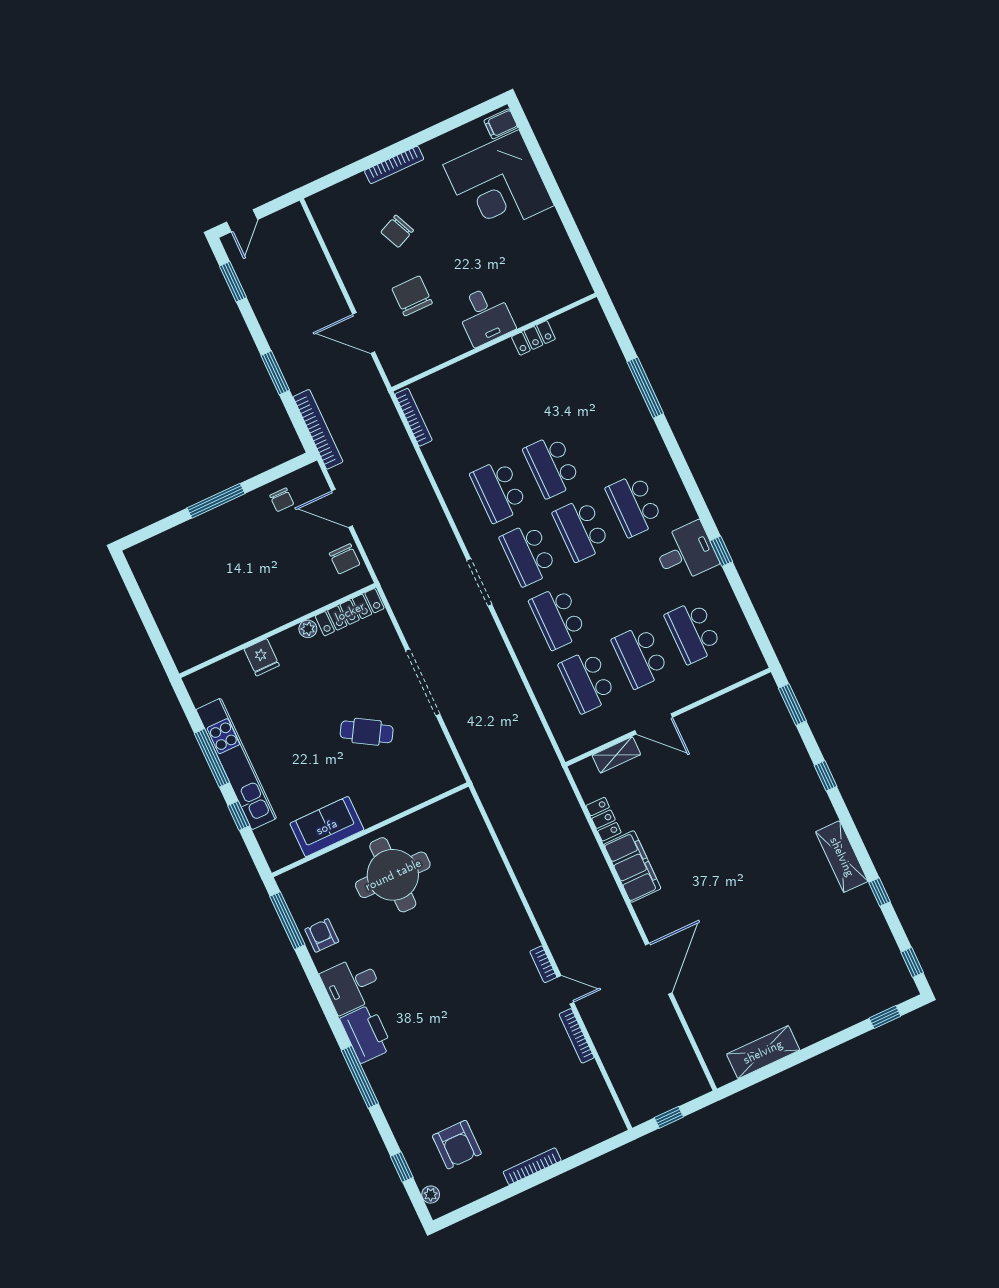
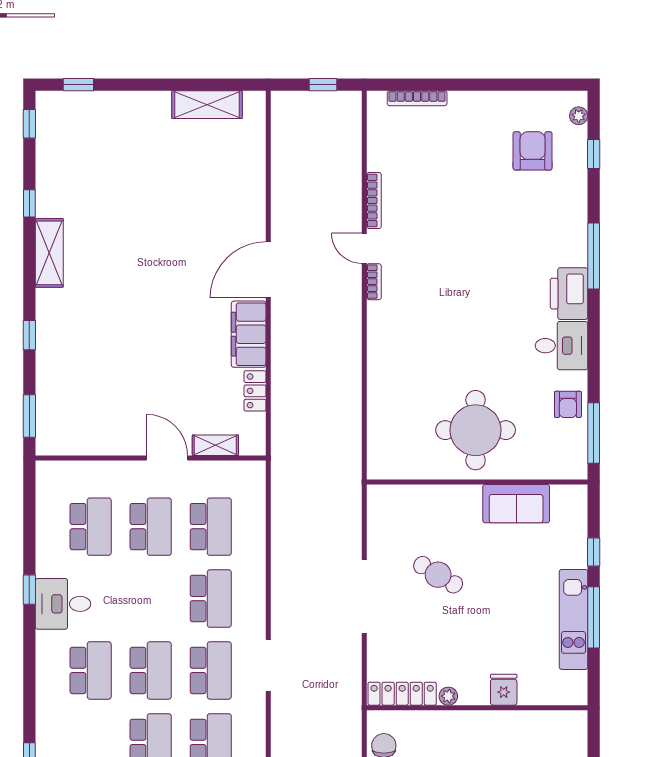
kitchen unit: (236, 764) -> (574, 619), width x0.73
door: (659, 969) -> (268, 270), moved
bookcase: (532, 1166) -> (417, 98), moved

